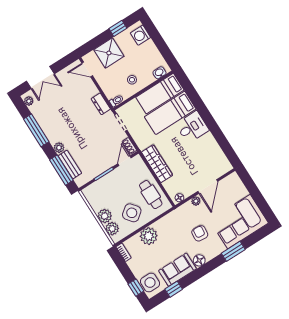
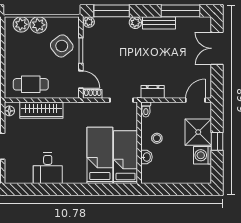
window: (118, 28) -> (217, 141), moved
washing machine: (140, 35) -> (203, 155), moved, turned -90
washbasin: (159, 73) -> (146, 157), moved
plant: (29, 101) -> (89, 22), moved
desk: (192, 127) -> (48, 168), moved
window: (36, 130) -> (181, 11), moved
bench: (70, 164) -> (159, 23), moved
wardrobe: (157, 164) -> (41, 110), moved
side table: (132, 213) -> (62, 46), moved

